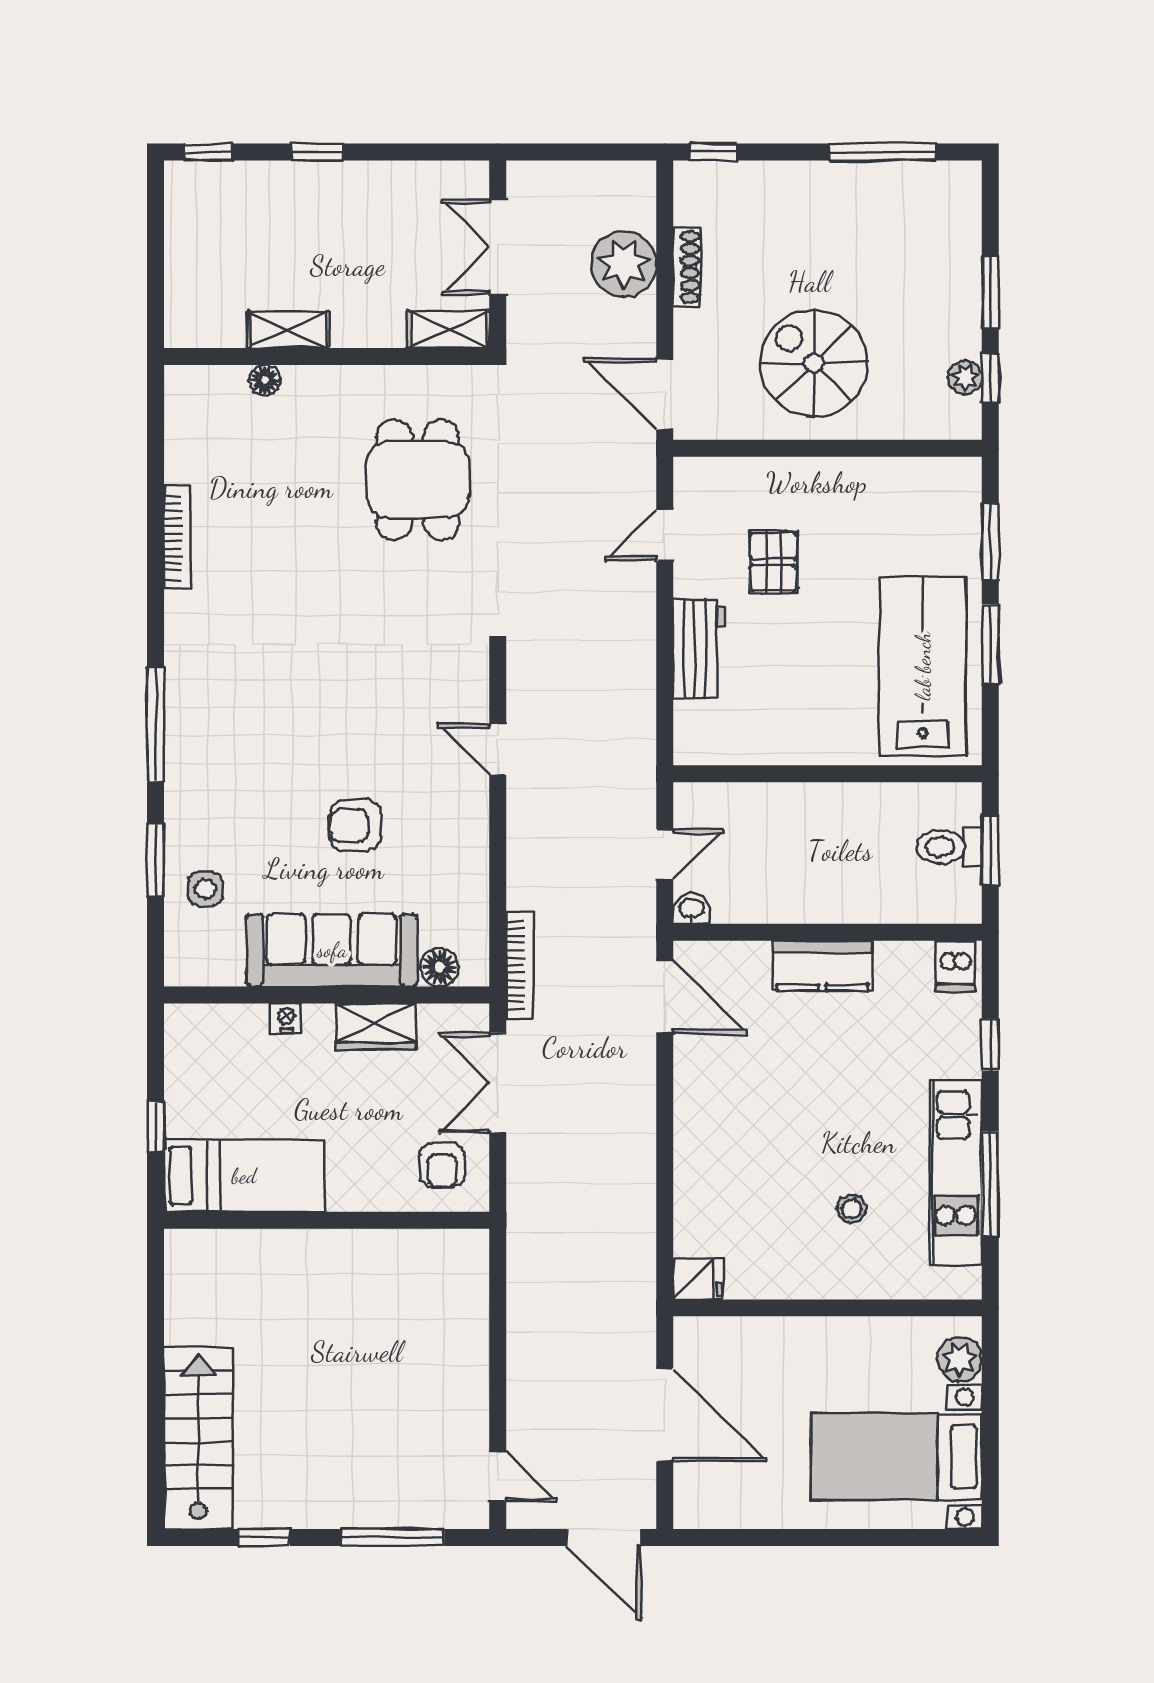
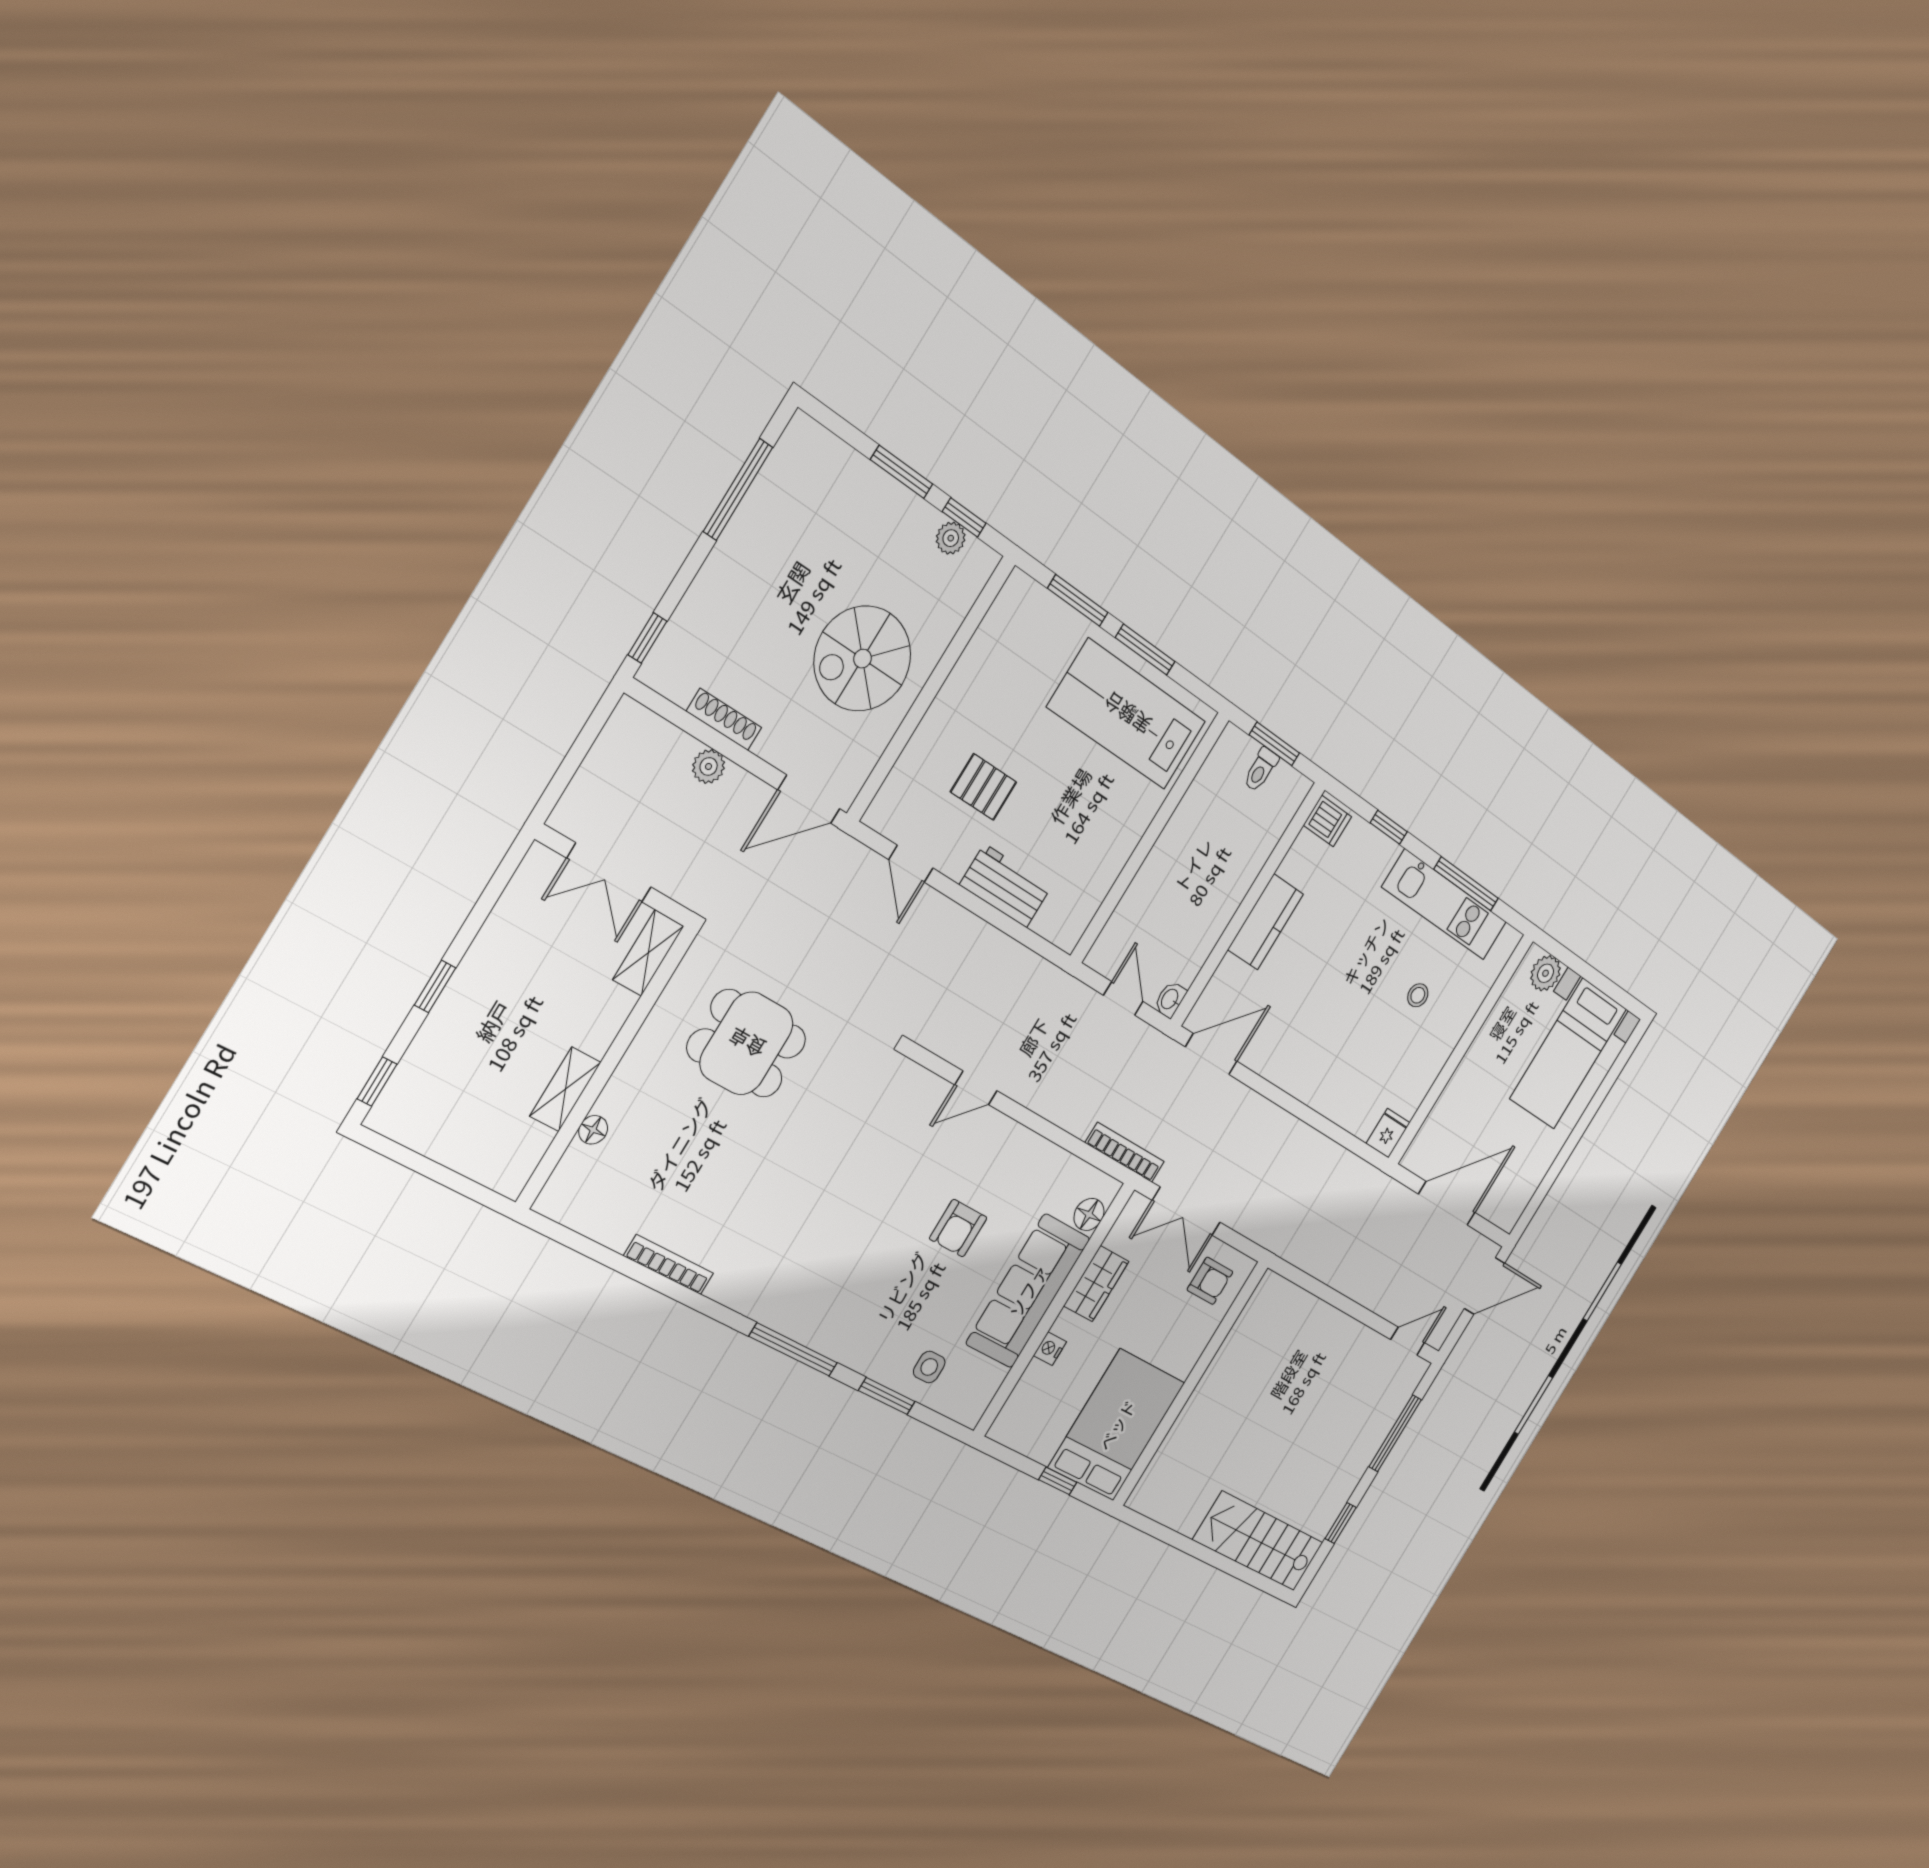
plant: (624, 264) -> (709, 766), width x0.53, depth x0.53
toilet: (949, 847) -> (1261, 770), width x0.73, depth x0.72
bed: (244, 1176) -> (1117, 1425), width x1.50

